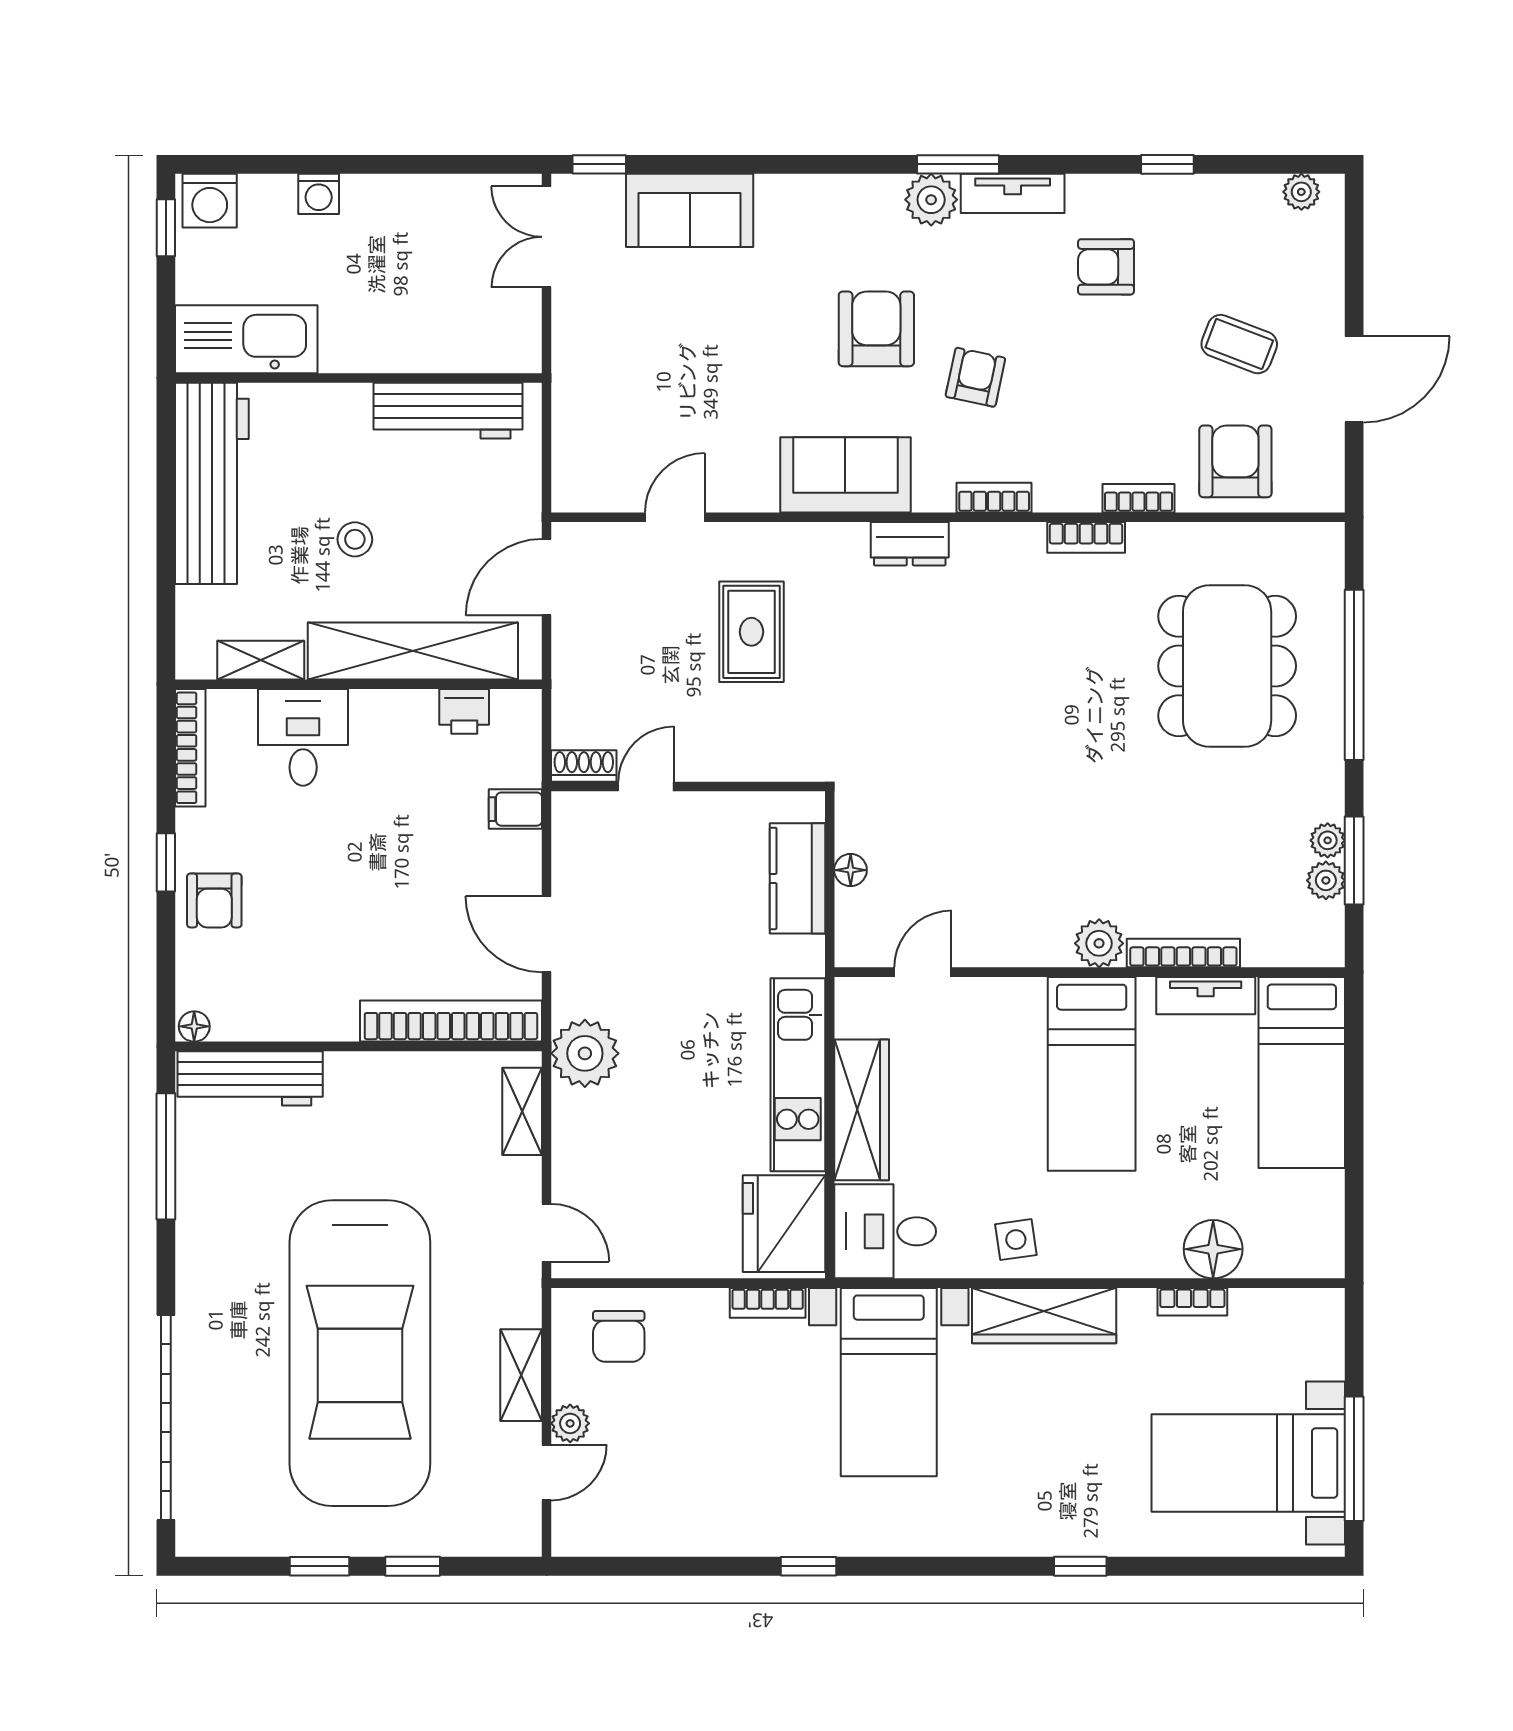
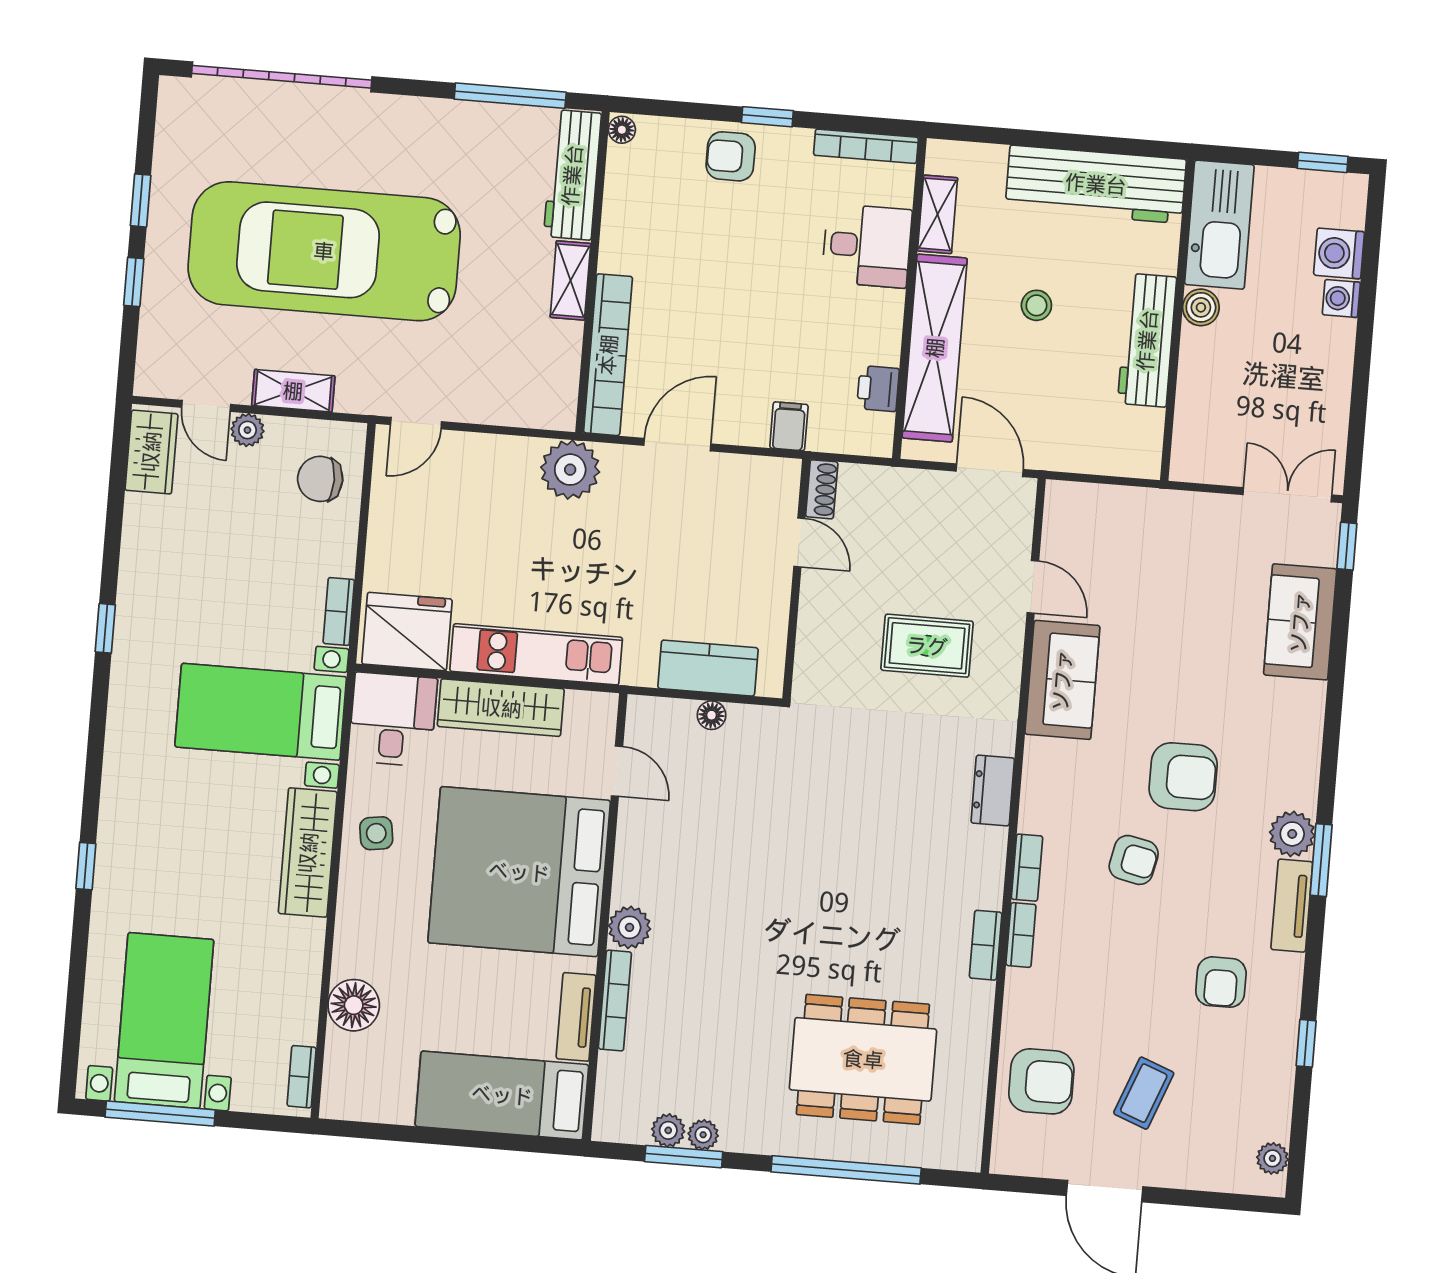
washing machine: (210, 201) -> (1339, 253), moved
armchair: (1106, 267) -> (1221, 982), turned 180
boiler: (342, 352) -> (1201, 307), added
workbench: (448, 411) -> (1147, 340), moved
sofa: (845, 475) -> (1062, 680), moved
bookcase: (1138, 498) -> (1021, 935), moved
bed: (1092, 1074) -> (519, 872), width x2.04
shelving: (522, 1111) -> (570, 280), moved, turned 90
bookcase: (1192, 1302) -> (302, 1077), moved
wardrobe: (604, 1530) -> (151, 452), added

